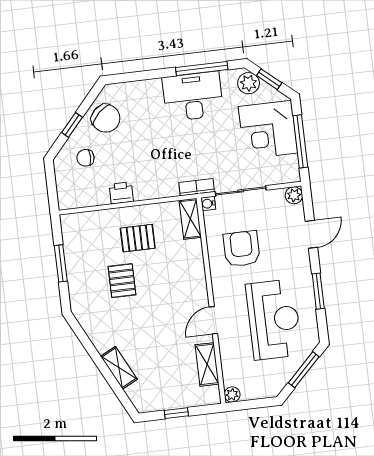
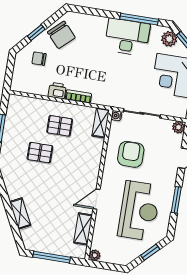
bookcase: (197, 187) -> (78, 96), moved
pallet: (122, 281) -> (40, 153), turned 90
window: (304, 370) -> (150, 252), width x0.67
window: (176, 413) -> (52, 257), width x2.17

